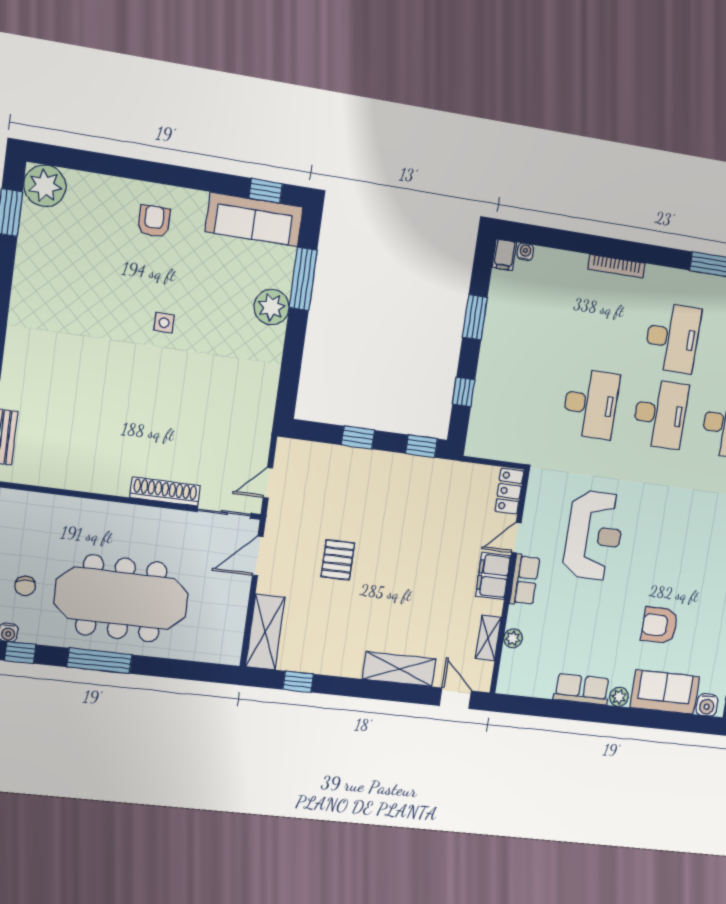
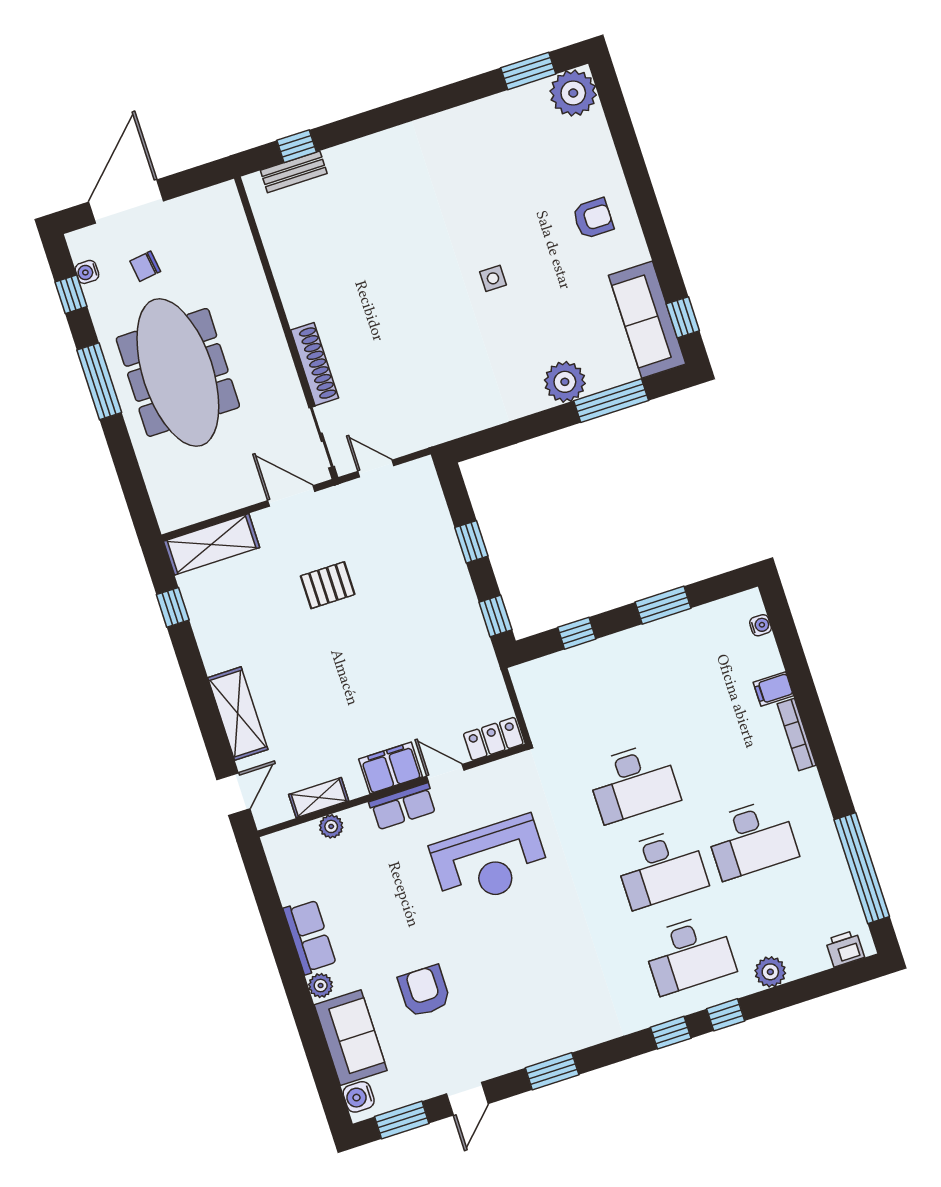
filing cabinet: (504, 255) -> (773, 689), moved

